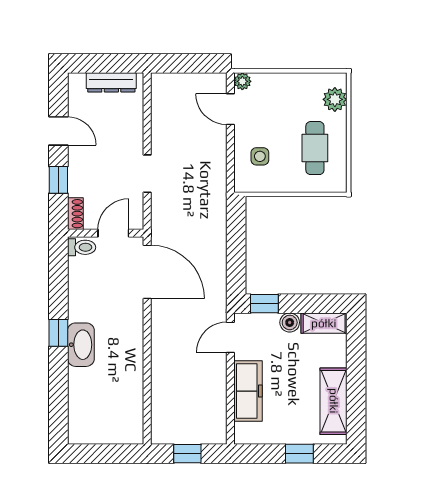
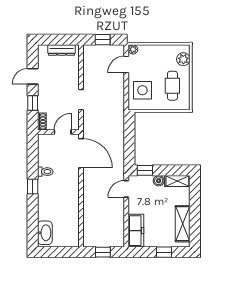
window: (187, 63) -> (103, 40), added
door: (230, 109) -> (126, 65), hinge flipped
door: (58, 131) -> (33, 76), swing flipped
side table: (260, 156) -> (142, 90), width x1.87, depth x1.87
toilet: (82, 247) -> (45, 172), moved
washbasin: (81, 345) -> (45, 233), moved
freezer: (248, 391) -> (136, 231), moved

